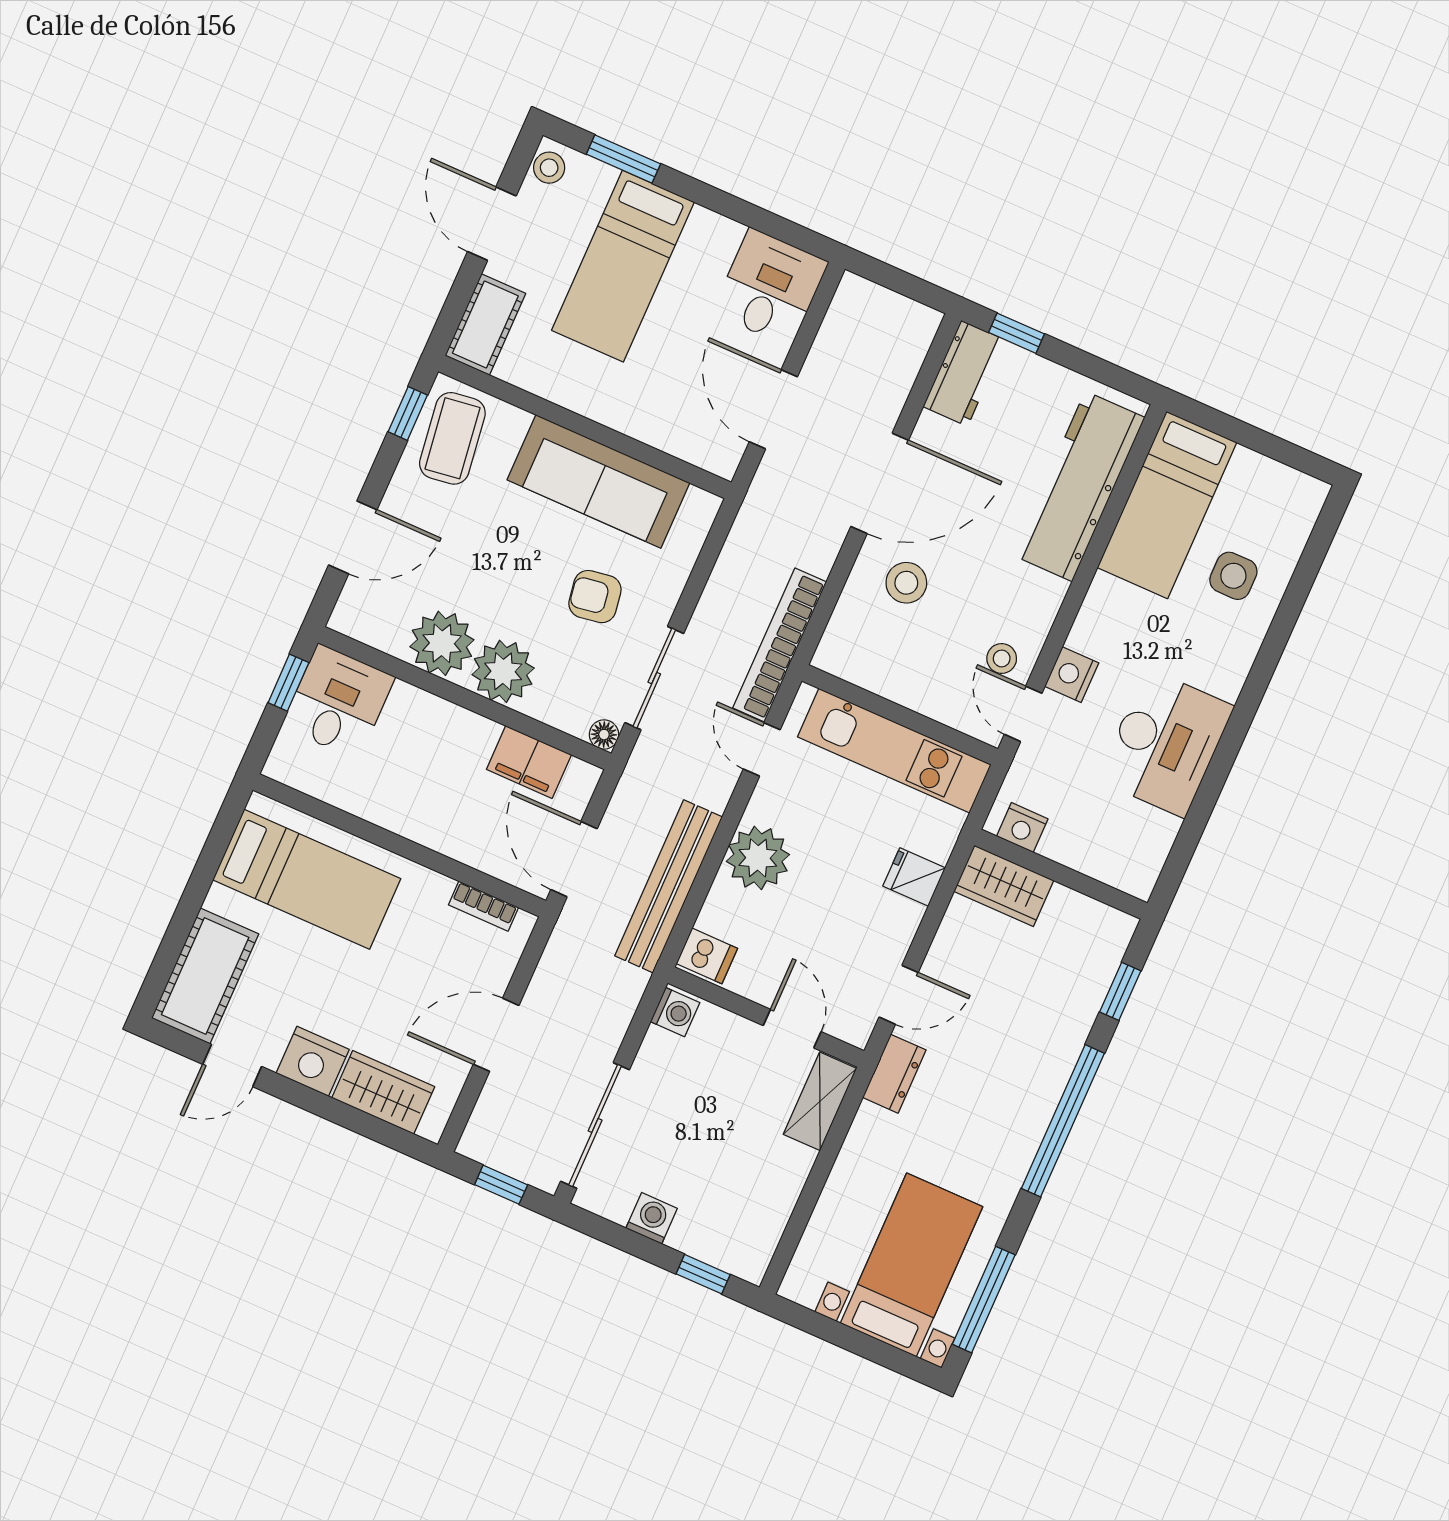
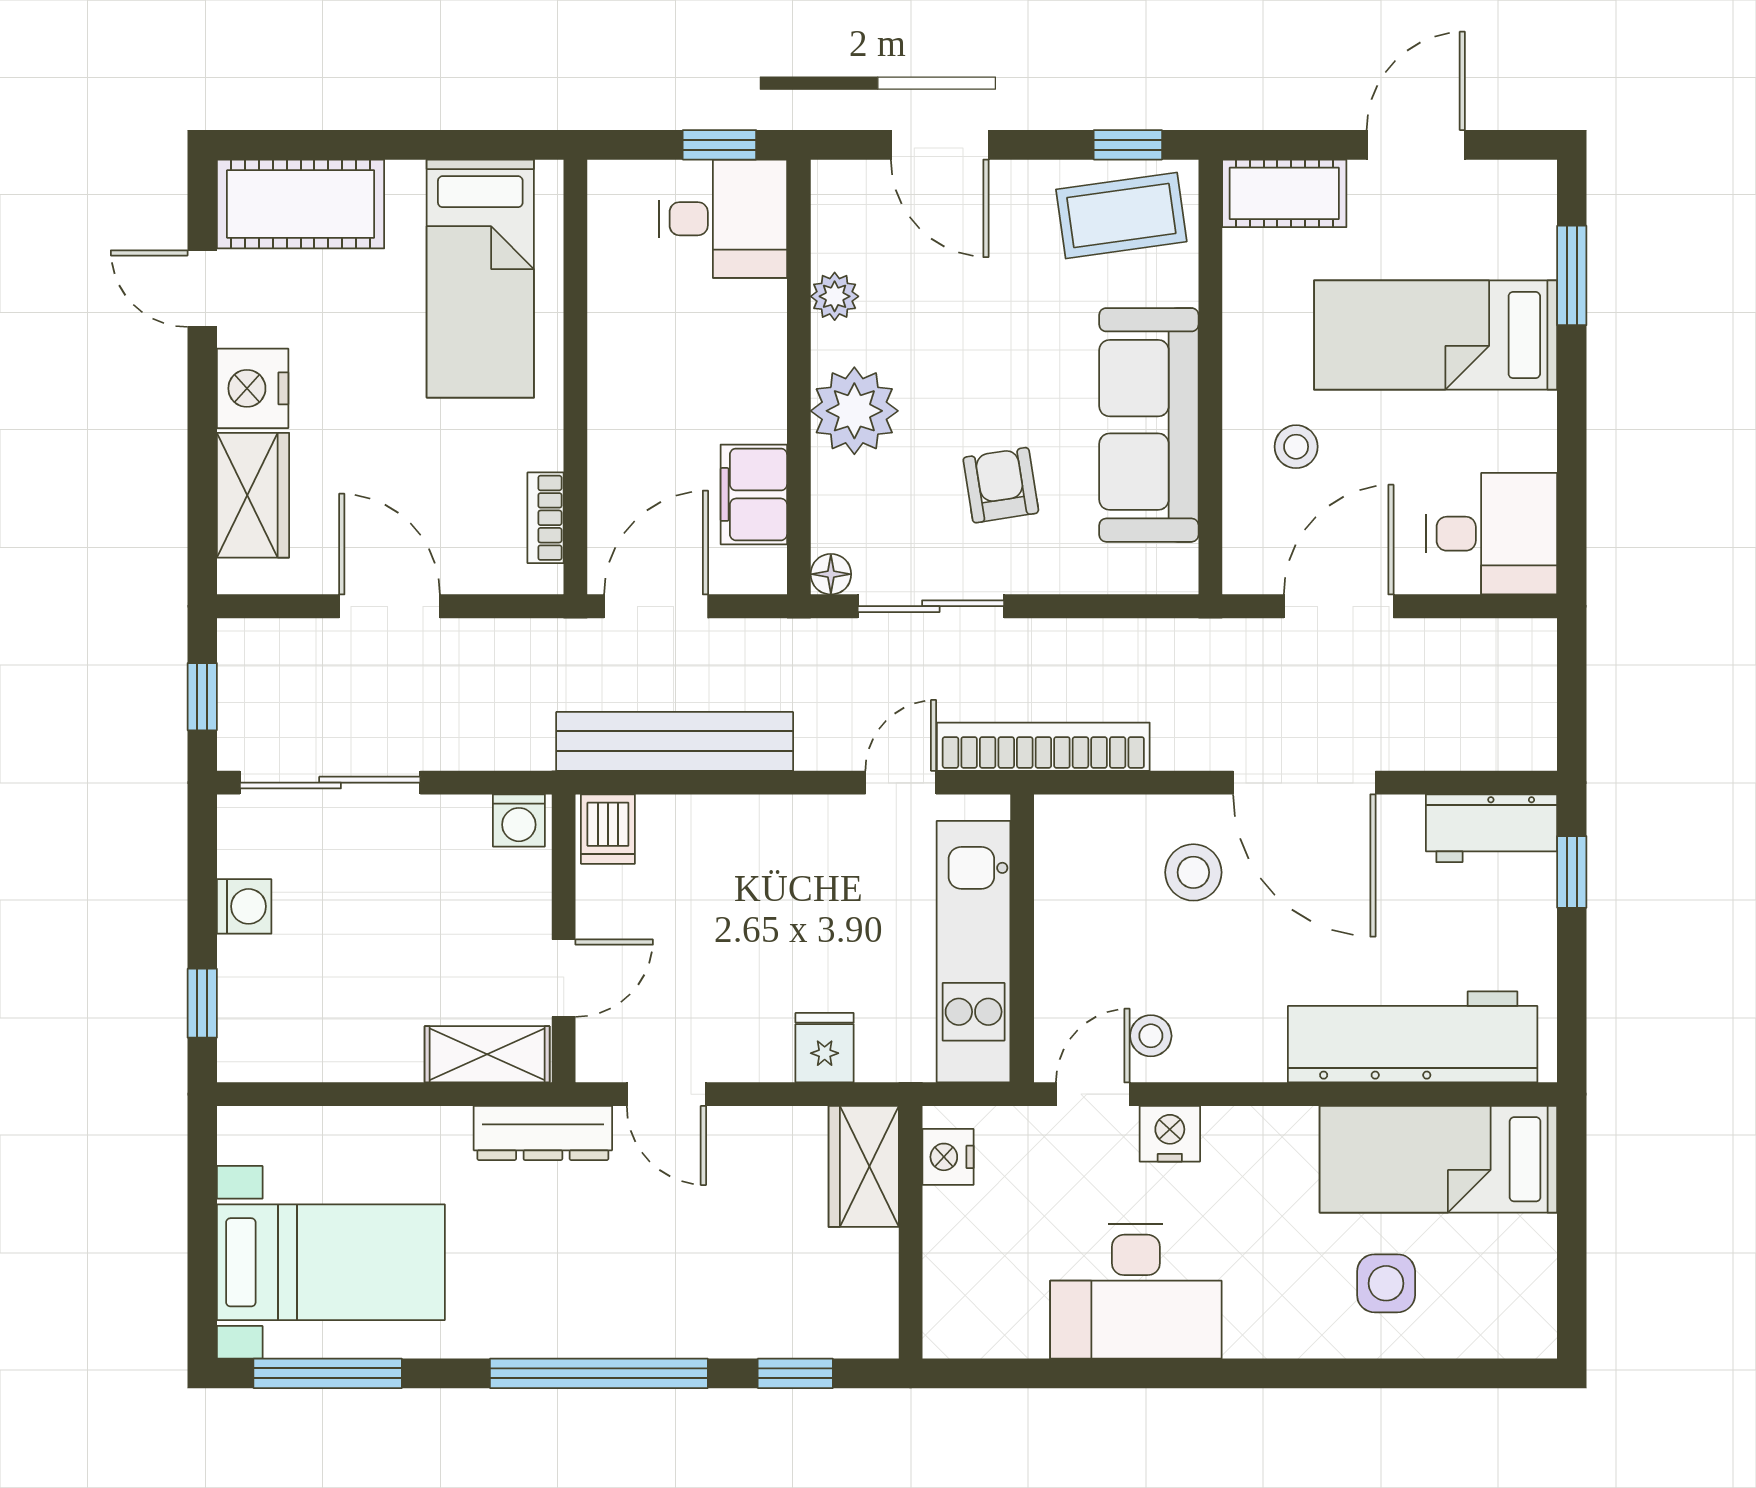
stool: (549, 168) -> (1296, 447), moved
plant: (442, 643) -> (835, 296), width x0.53, depth x0.53
plant: (758, 858) -> (761, 839), removed
dresser: (894, 1074) -> (543, 1133), width x1.44

